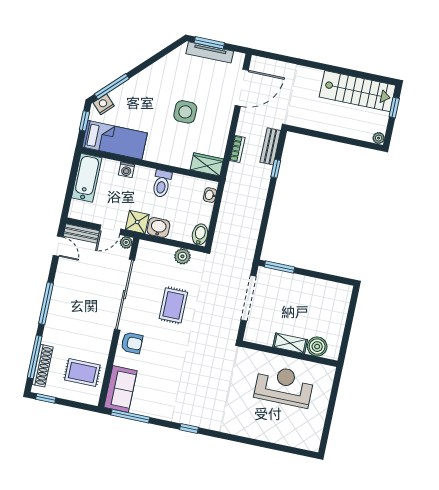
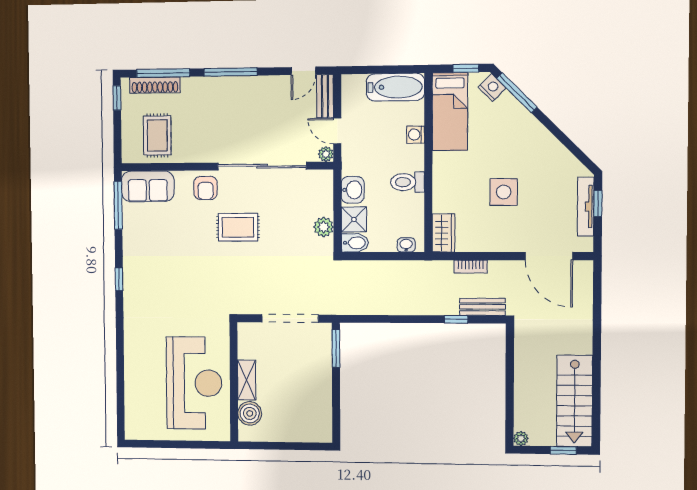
window: (209, 43) -> (598, 203), width x0.67
shower: (137, 222) -> (354, 219), moved
rug: (173, 305) -> (238, 227), moved
reception desk: (284, 386) -> (194, 383), width x1.36, depth x1.30

